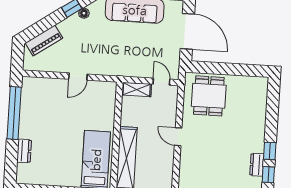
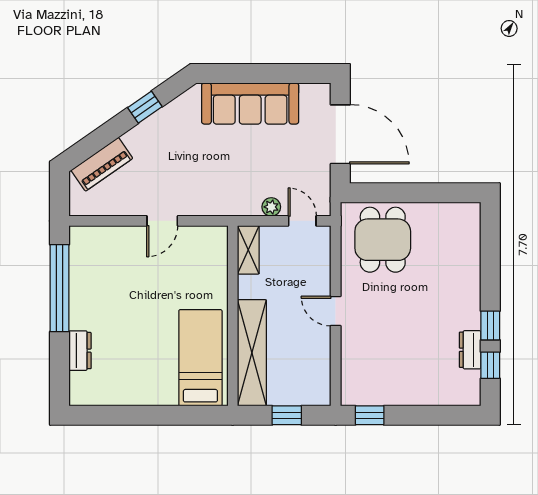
floor lamp: (84, 13) -> (166, 115), removed
plant: (143, 72) -> (271, 207), added
shelving: (137, 90) -> (248, 250), moved, turned 90

